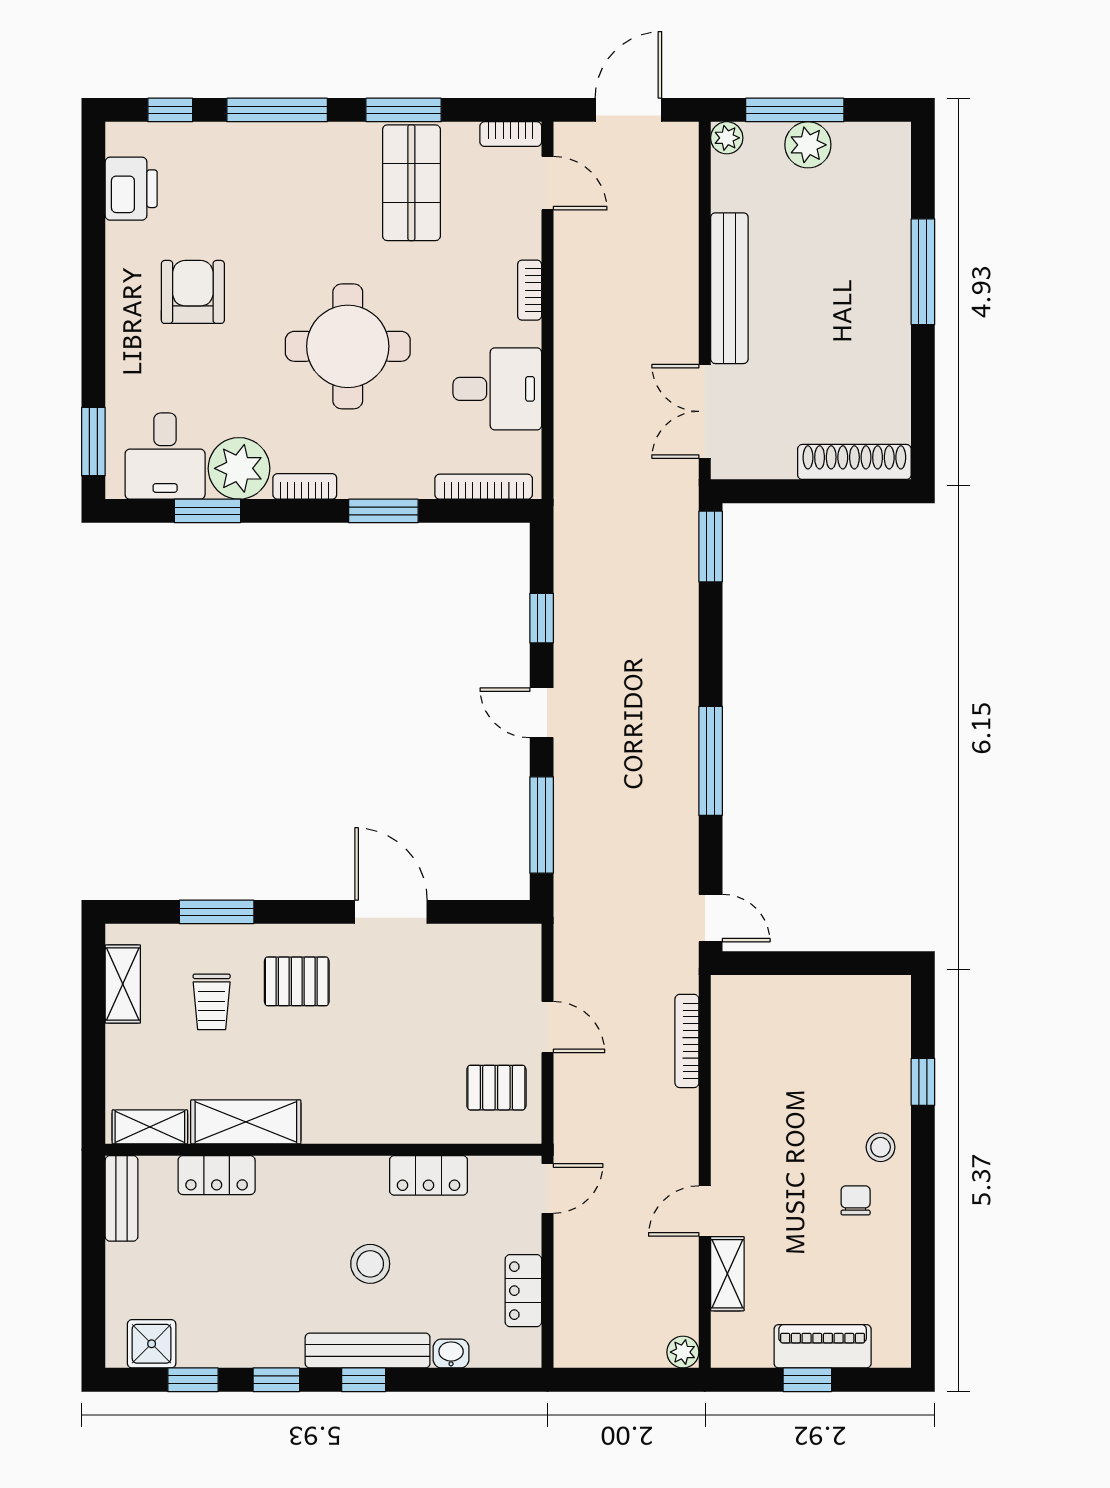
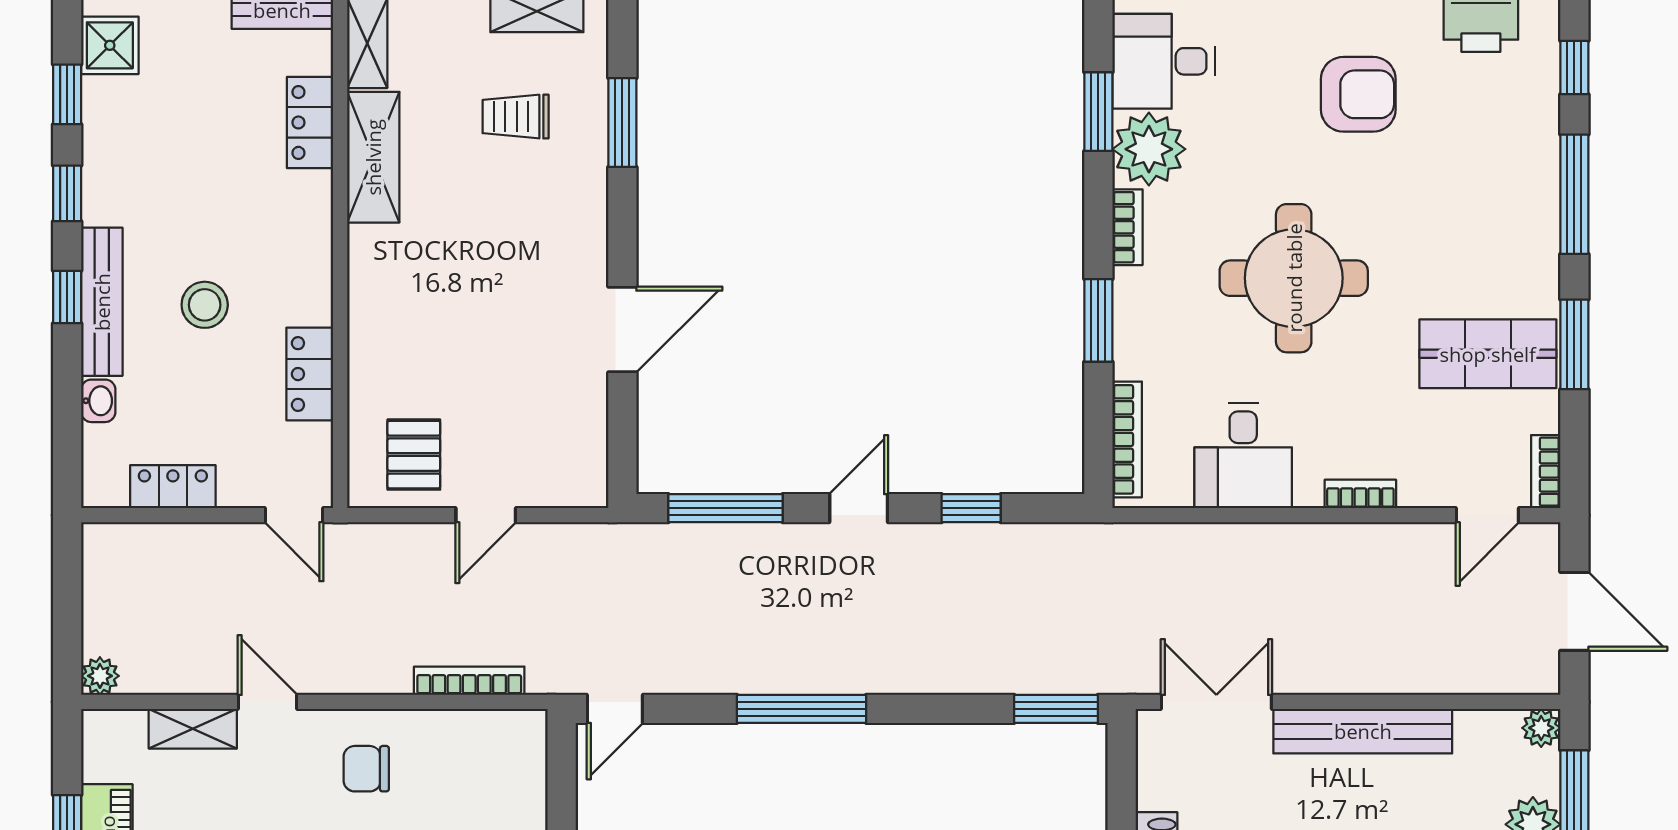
pallet: (297, 981) -> (540, 218), removed
chair: (761, 1128) -> (366, 769), added

